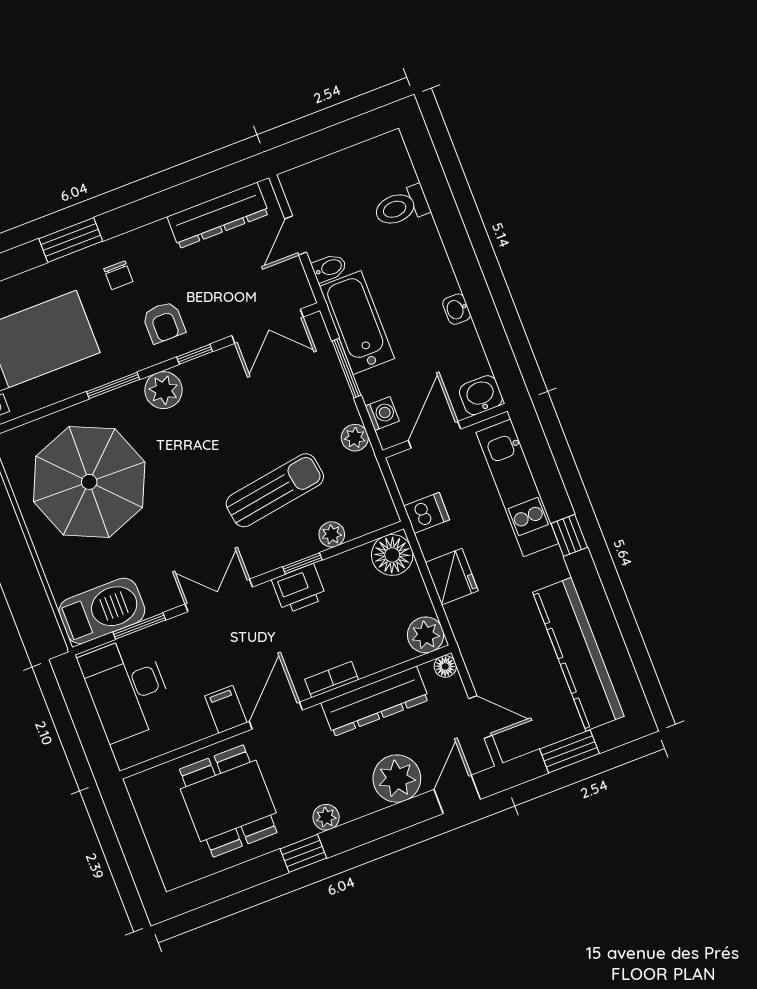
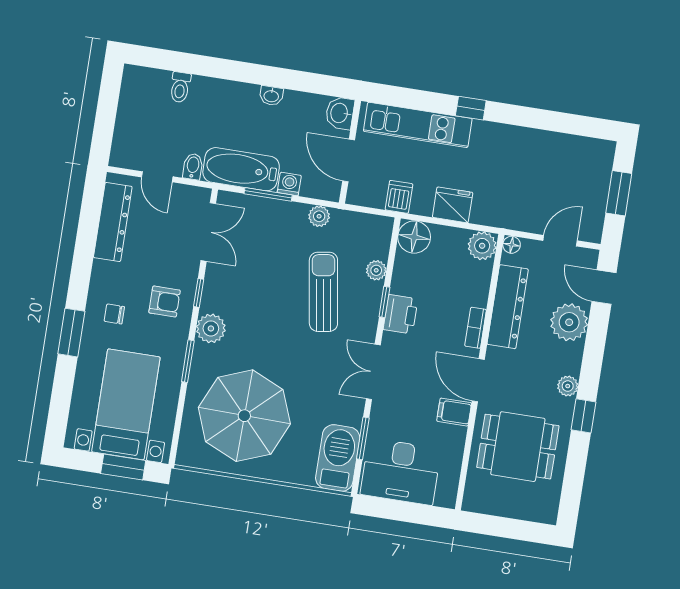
toilet: (401, 207) -> (180, 87), width x0.73, depth x0.72
chair: (118, 275) -> (114, 314), turned 180
washing machine: (382, 413) -> (289, 184), moved
kitchen counter: (579, 654) -> (556, 148), removed

